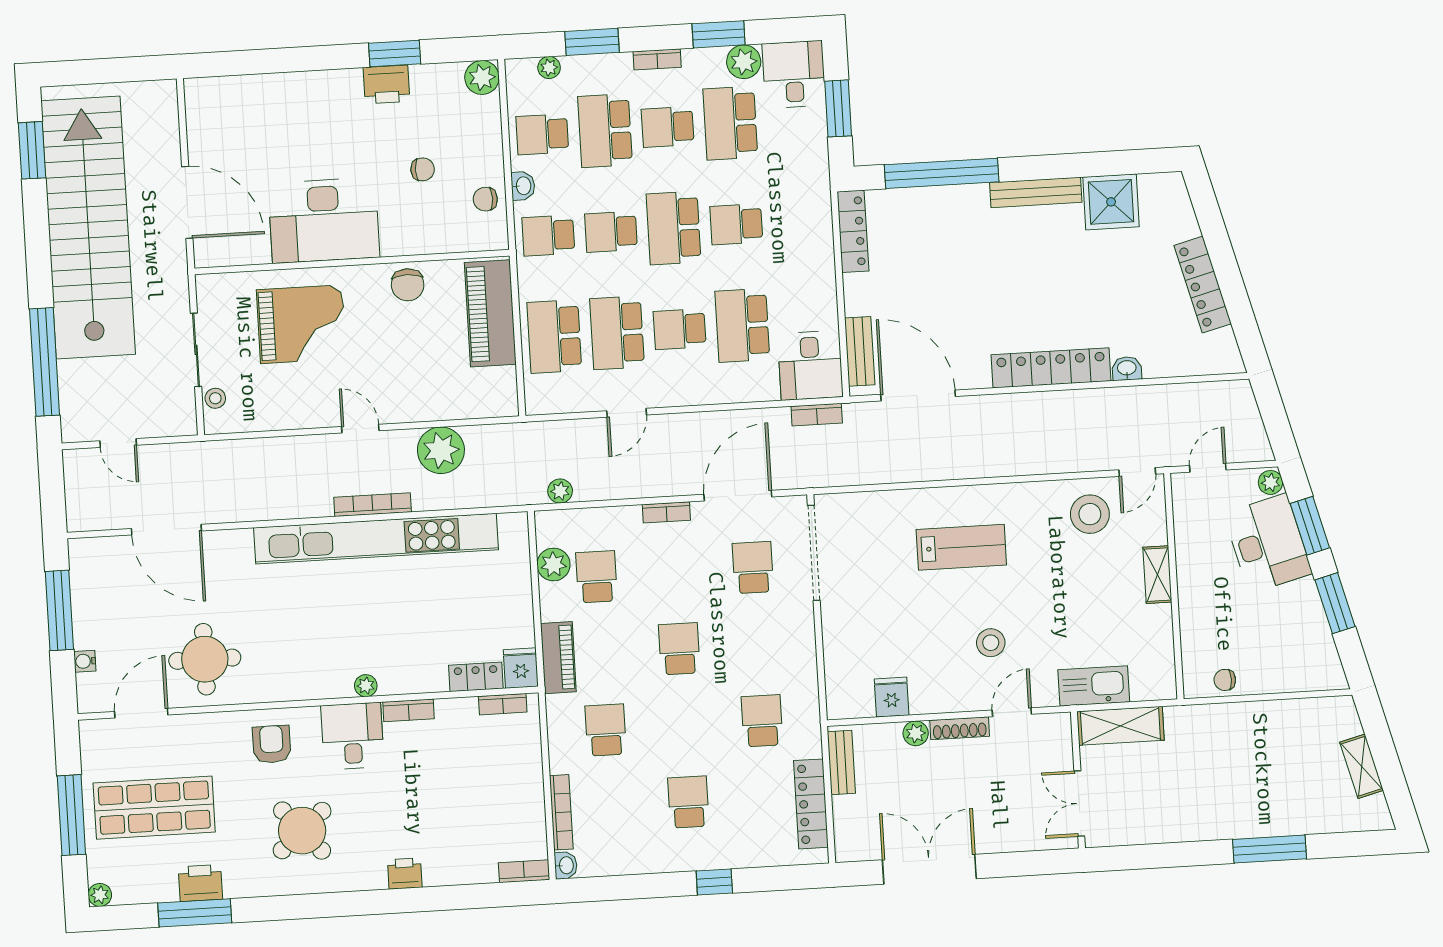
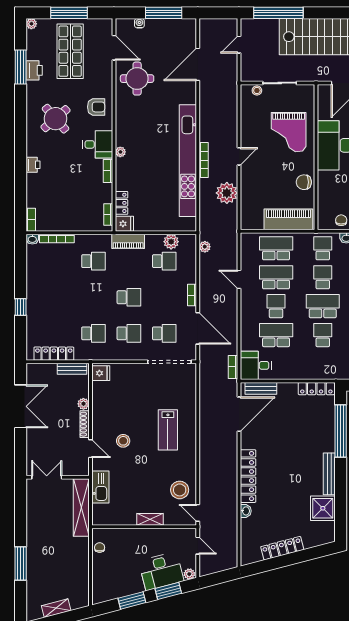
fridge: (892, 697) -> (101, 373), moved
shelving: (1120, 726) -> (81, 507), width x1.47
school desk: (688, 802) -> (129, 333), moved

